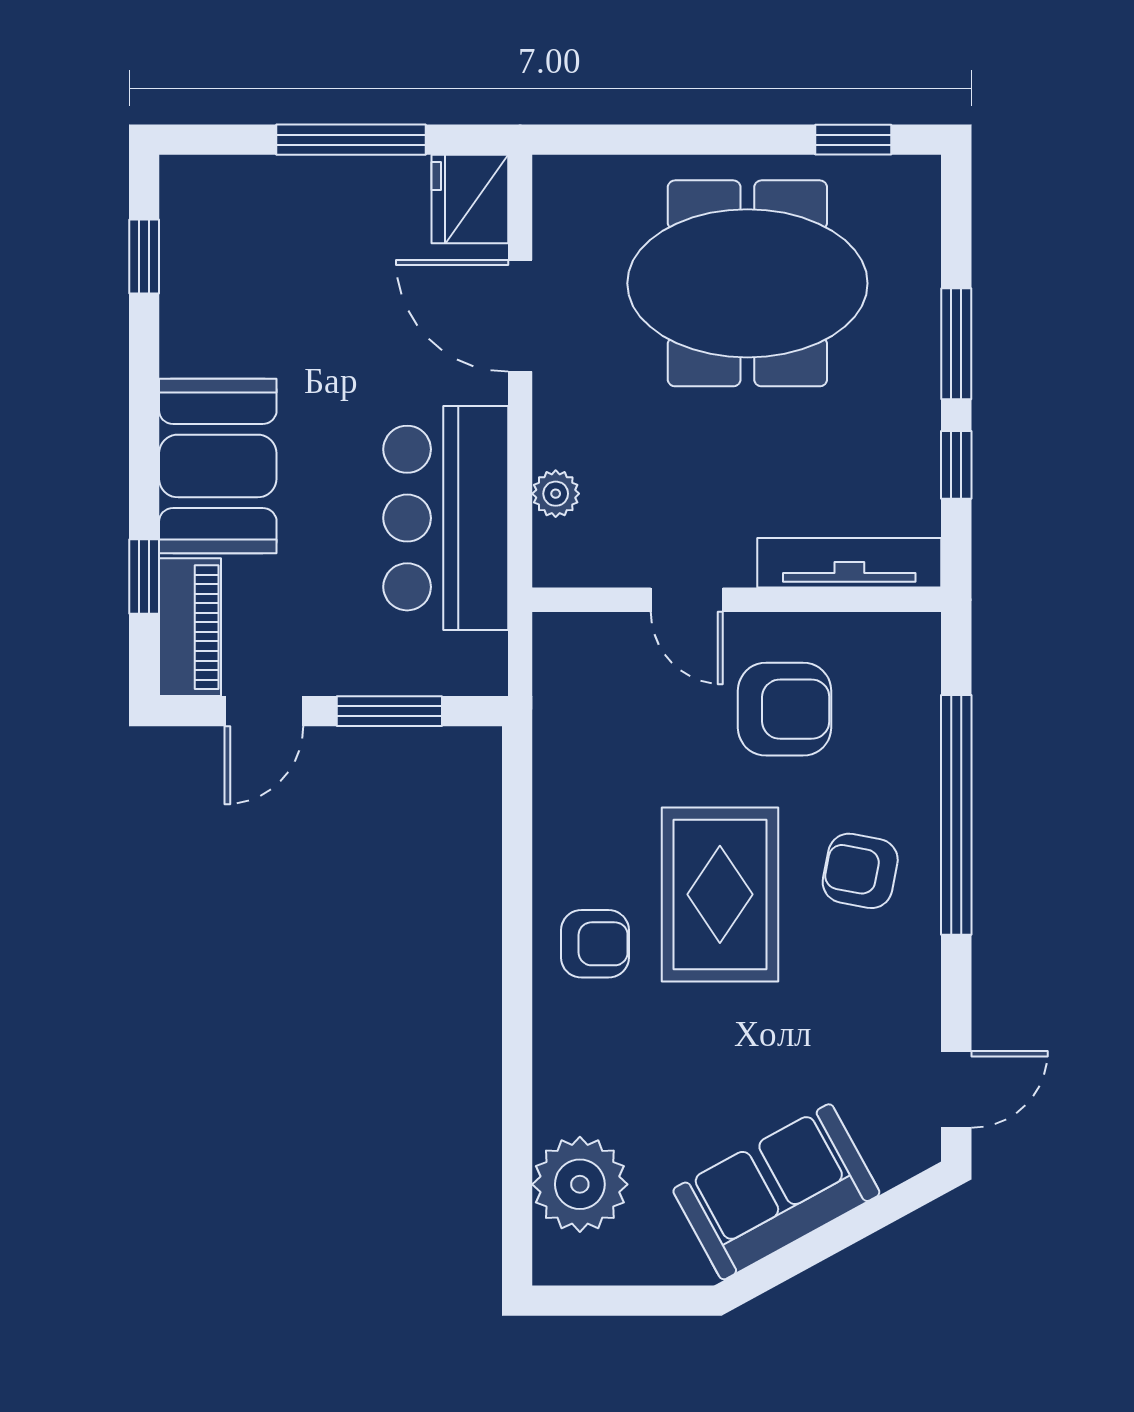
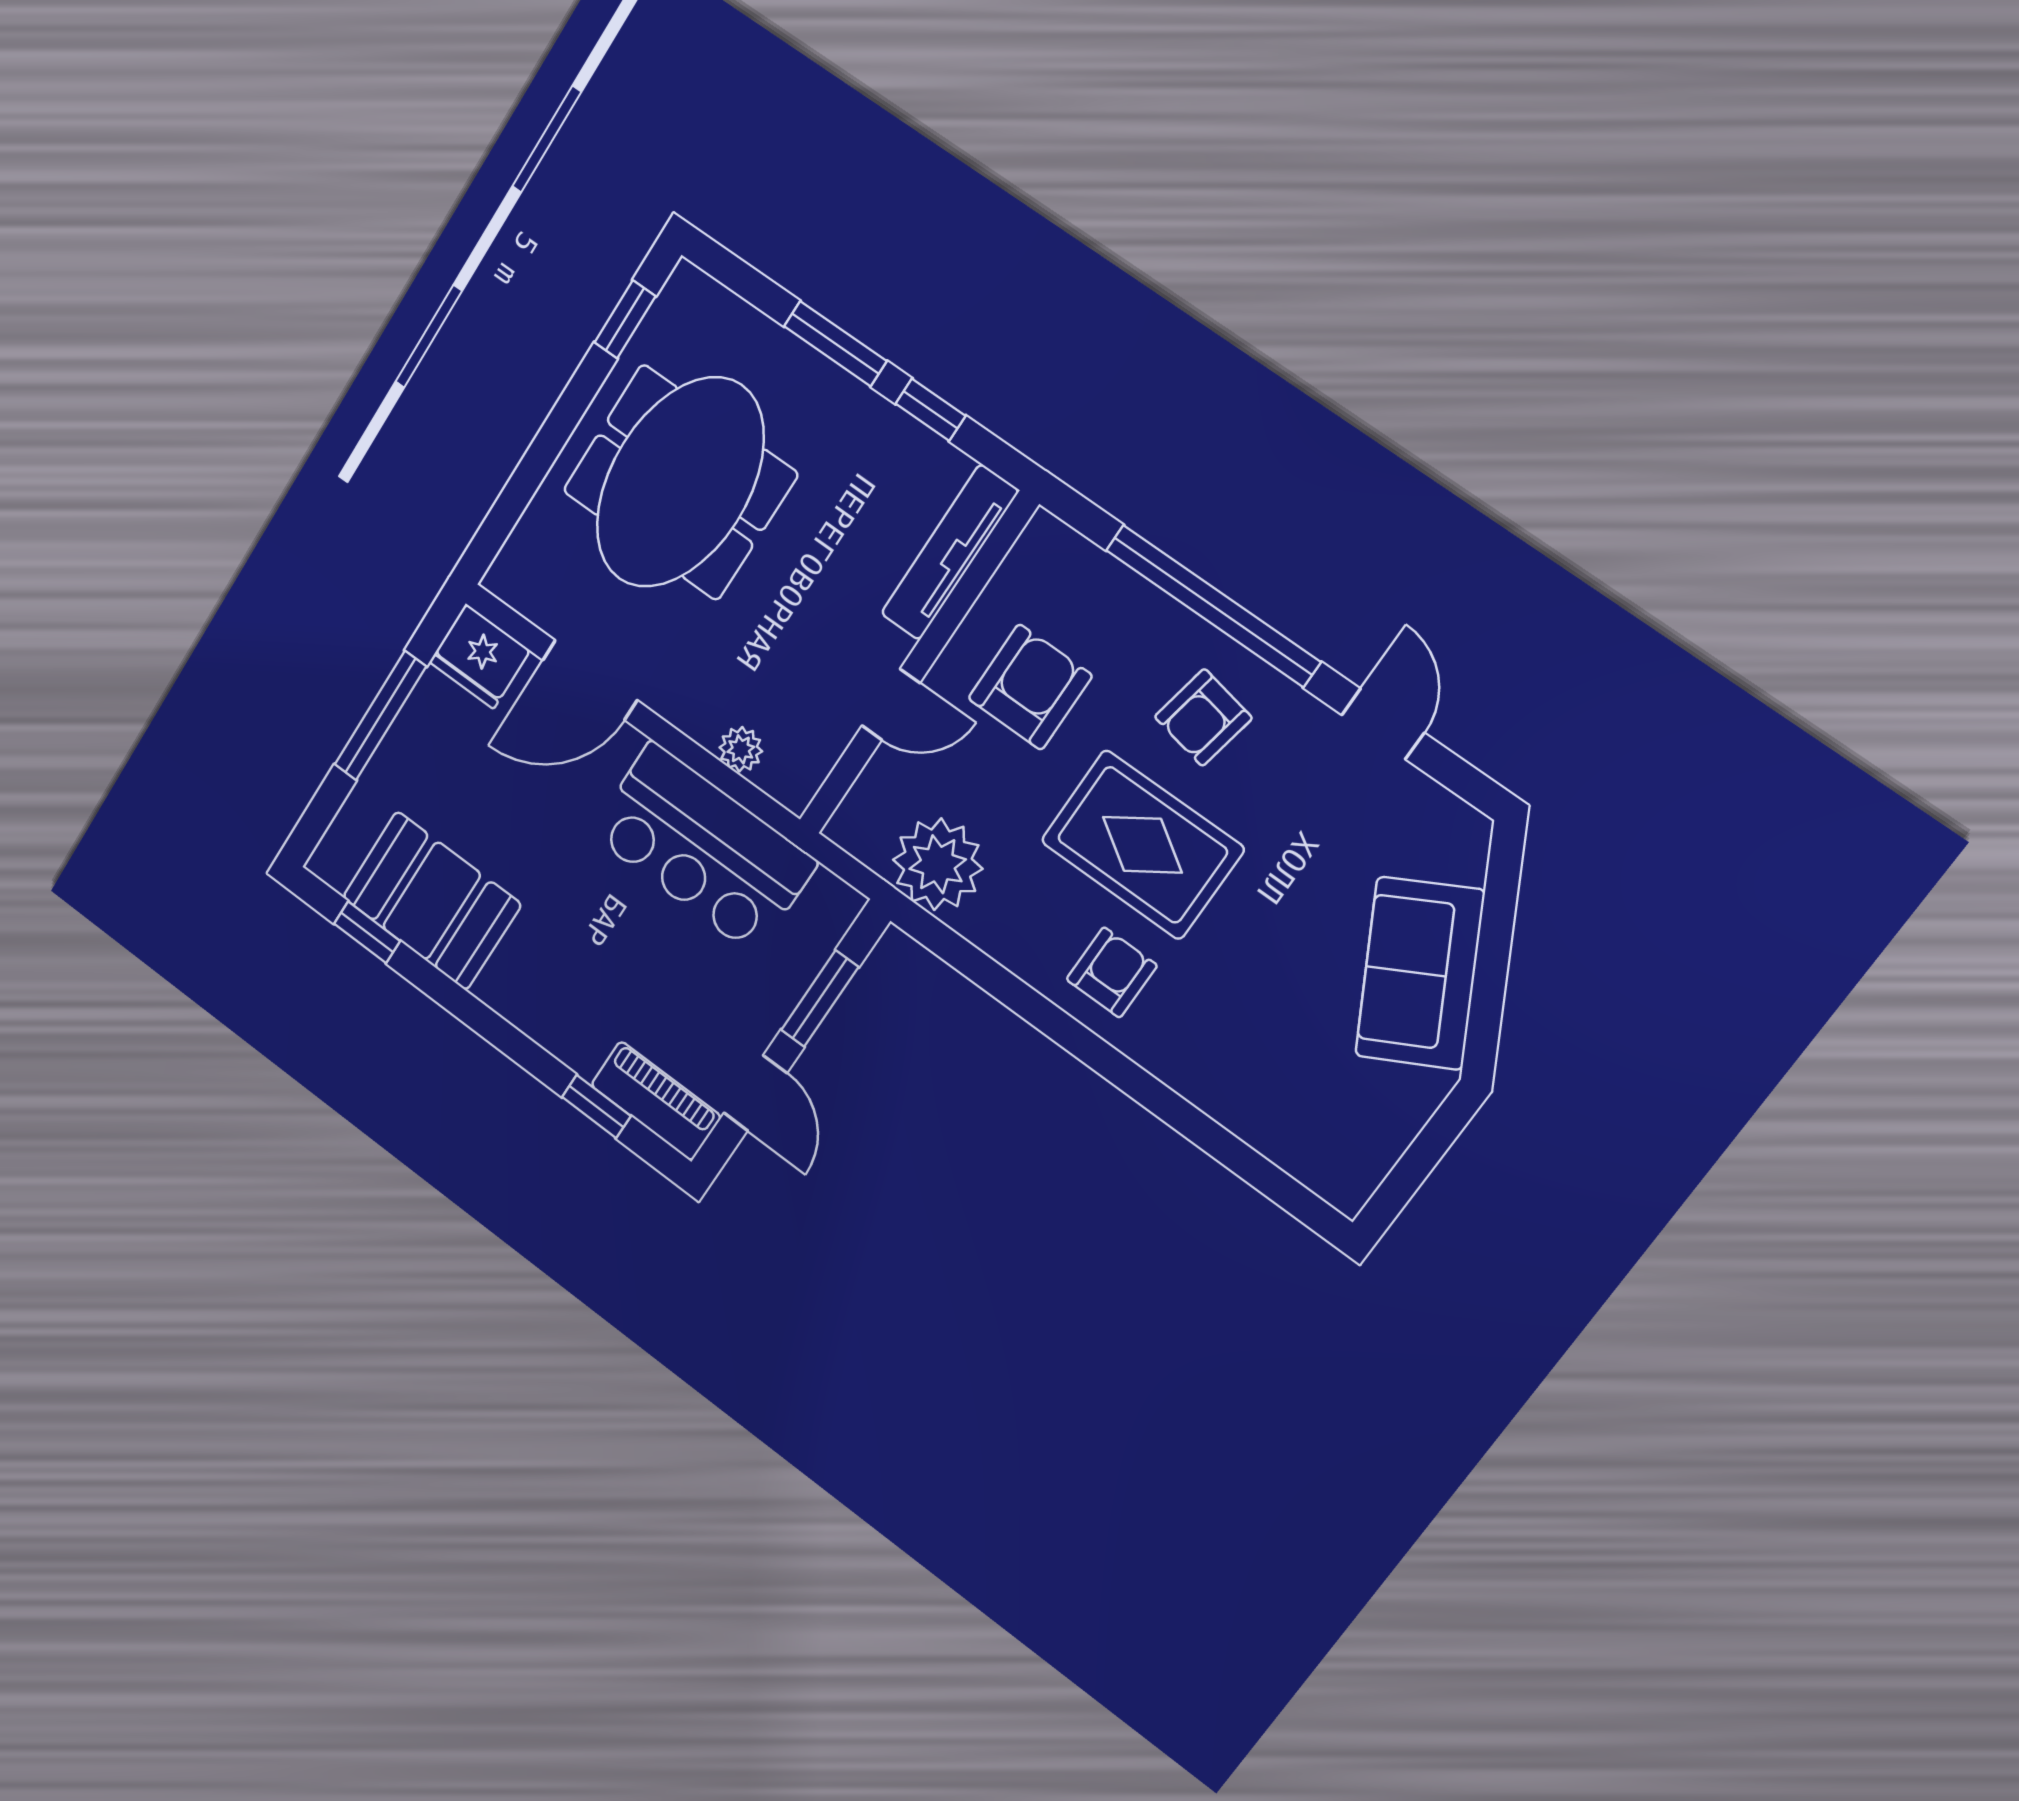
booth: (218, 466) -> (432, 901), moved
door: (956, 1089) -> (1383, 724), moved
plant: (580, 1184) -> (938, 864), moved

